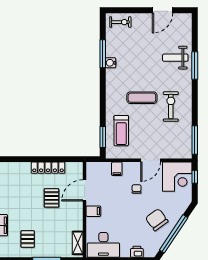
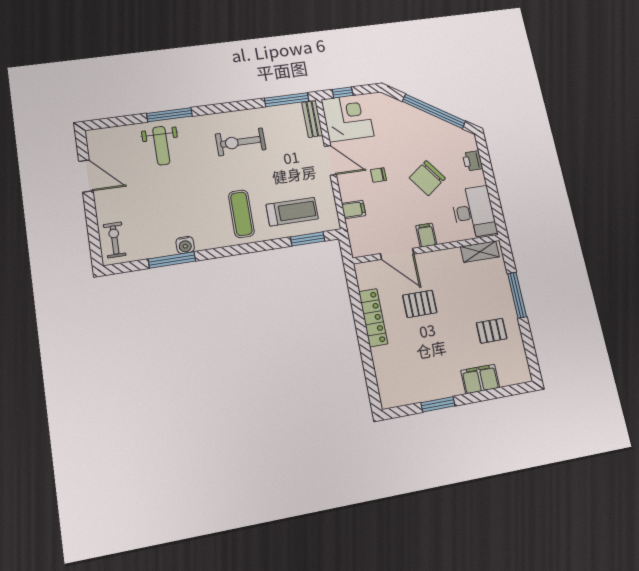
exercise mat: (142, 98) -> (241, 214), moved
bench: (180, 154) -> (312, 119), added
chair: (157, 220) -> (427, 178), moved

